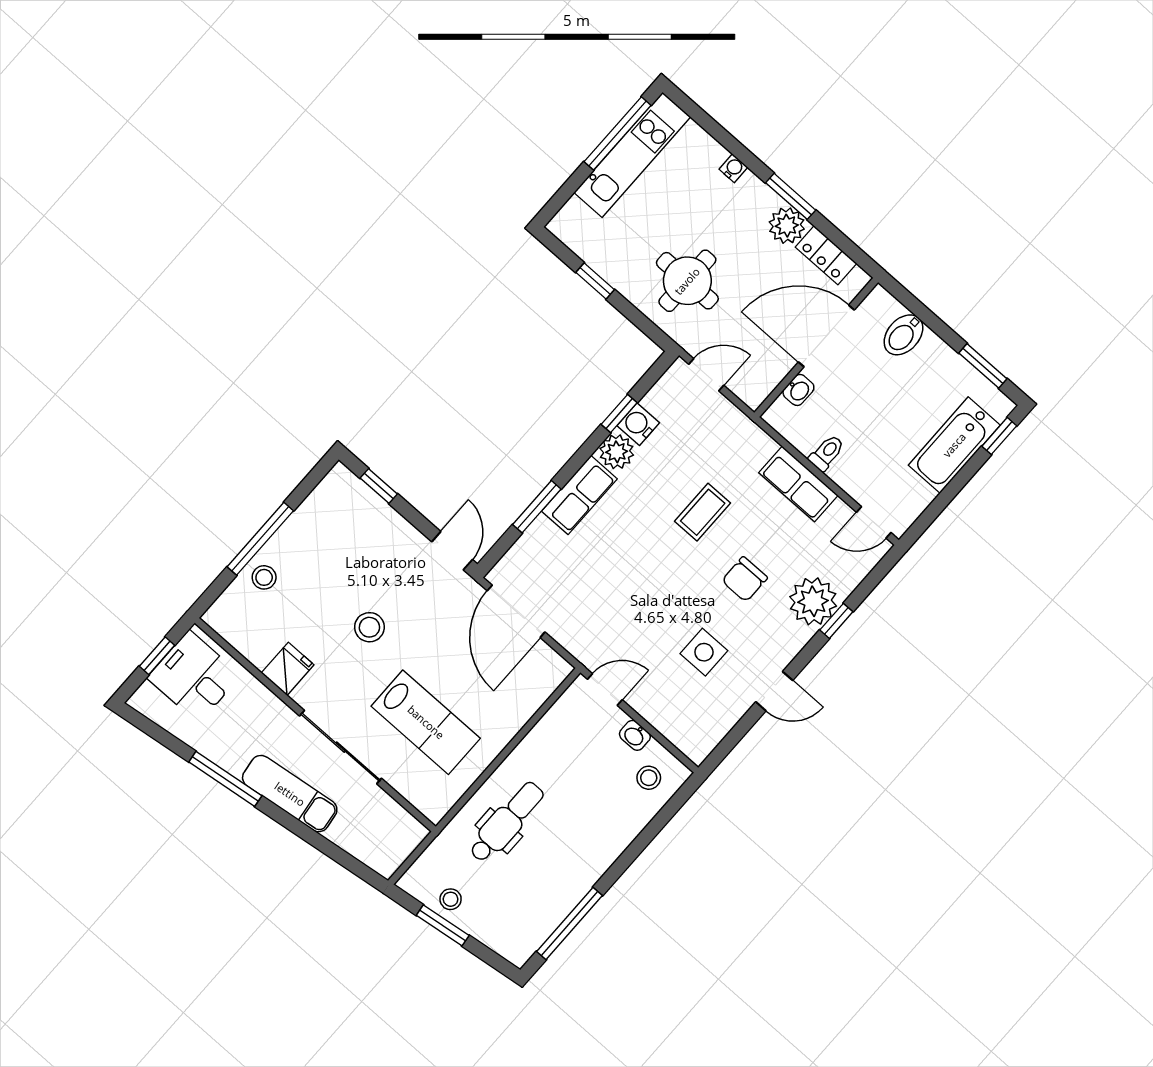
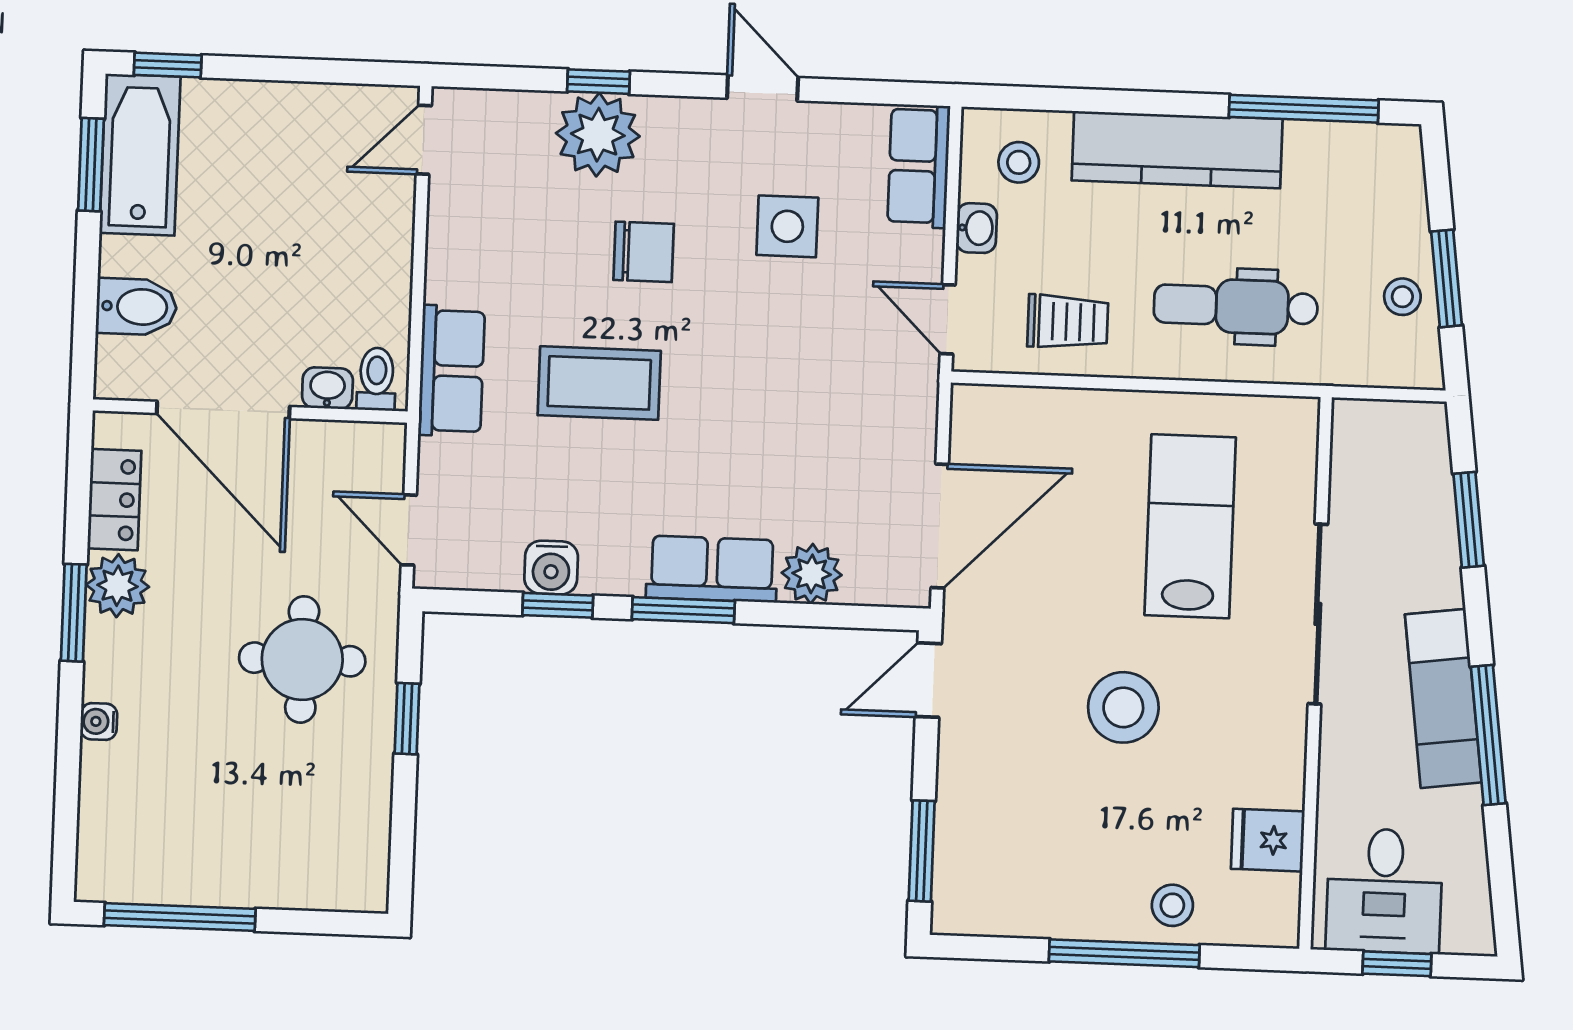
kitchen unit: (632, 155) -> (192, 873), removed
window: (595, 281) -> (407, 719), moved
bathtub: (954, 445) -> (140, 155), moved, turned -90
plant: (617, 452) -> (812, 574), moved
toilet: (827, 453) -> (377, 379), moved, turned 90
row of seats: (798, 484) -> (452, 371), moved
window: (379, 486) -> (922, 851), width x1.50
window: (537, 507) -> (683, 610), moved
coffee table: (703, 512) -> (599, 383), width x1.36, depth x1.30
door: (874, 522) -> (424, 140), swing flipped
stool: (369, 627) -> (1123, 707), width x1.38, depth x1.38
fridge: (288, 669) -> (1268, 840), moved
row of seats: (683, 732) -> (919, 166), added
trolley: (560, 742) -> (1068, 322), added
exam couch: (290, 794) -> (1443, 698), moved
window: (328, 848) -> (1469, 520), added
kitchen counter: (597, 853) -> (1177, 150), added

